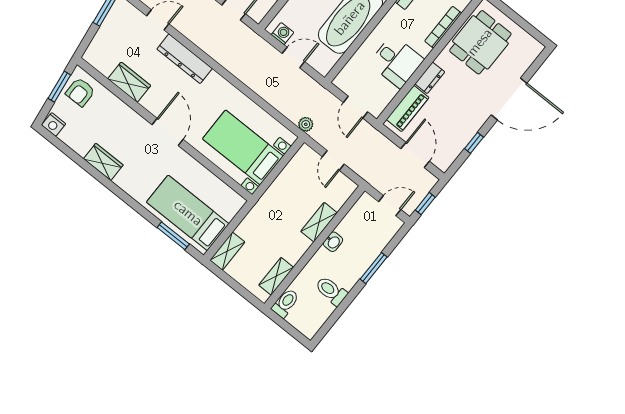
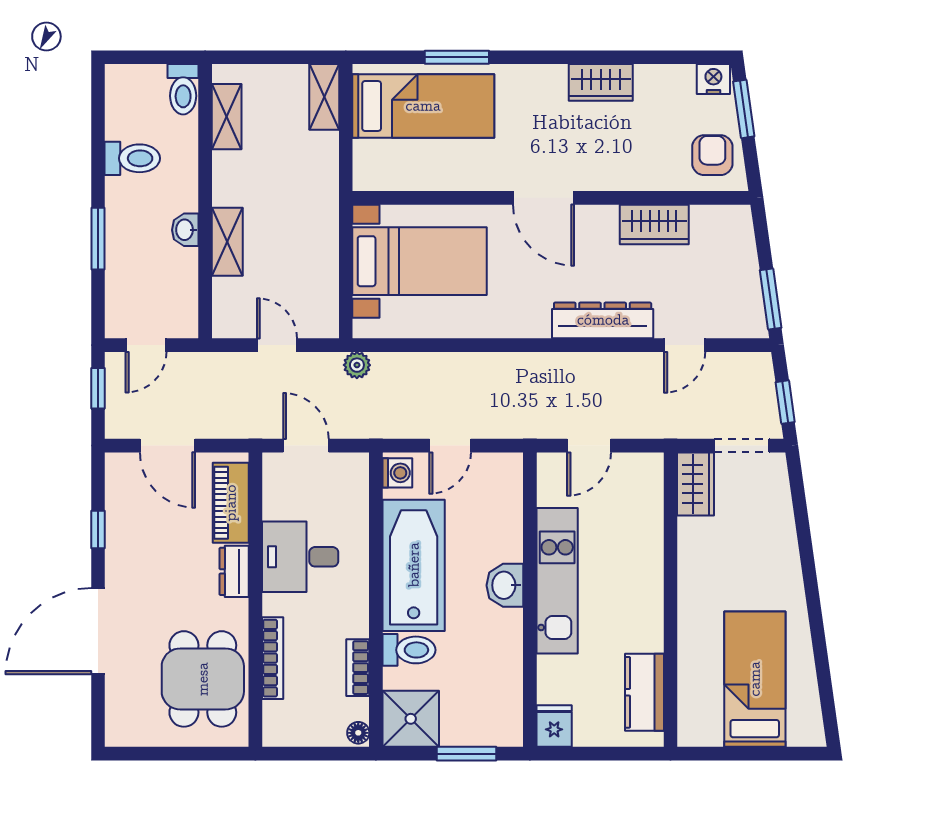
washing machine: (283, 34) -> (397, 473), moved, turned -90
window: (59, 87) -> (744, 109), moved
window: (173, 236) -> (457, 57), moved

